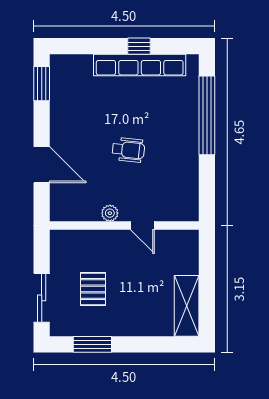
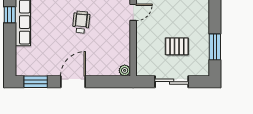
door: (42, 165) -> (73, 82), moved
plant: (110, 213) -> (125, 70), moved
sliding door: (42, 298) -> (172, 82), moved

